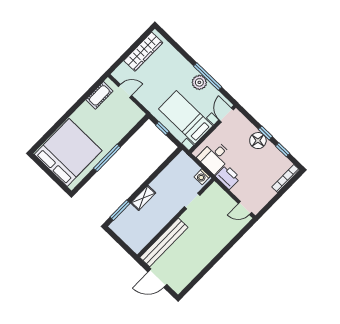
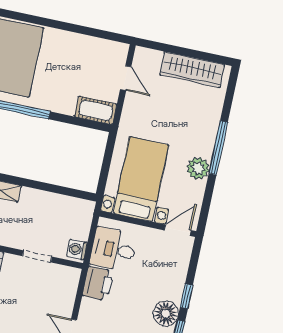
window: (208, 77) -> (218, 148), moved
cot: (99, 95) -> (96, 110), moved
window: (162, 128) -> (108, 158), removed
floor lamp: (258, 141) -> (166, 314), moved

